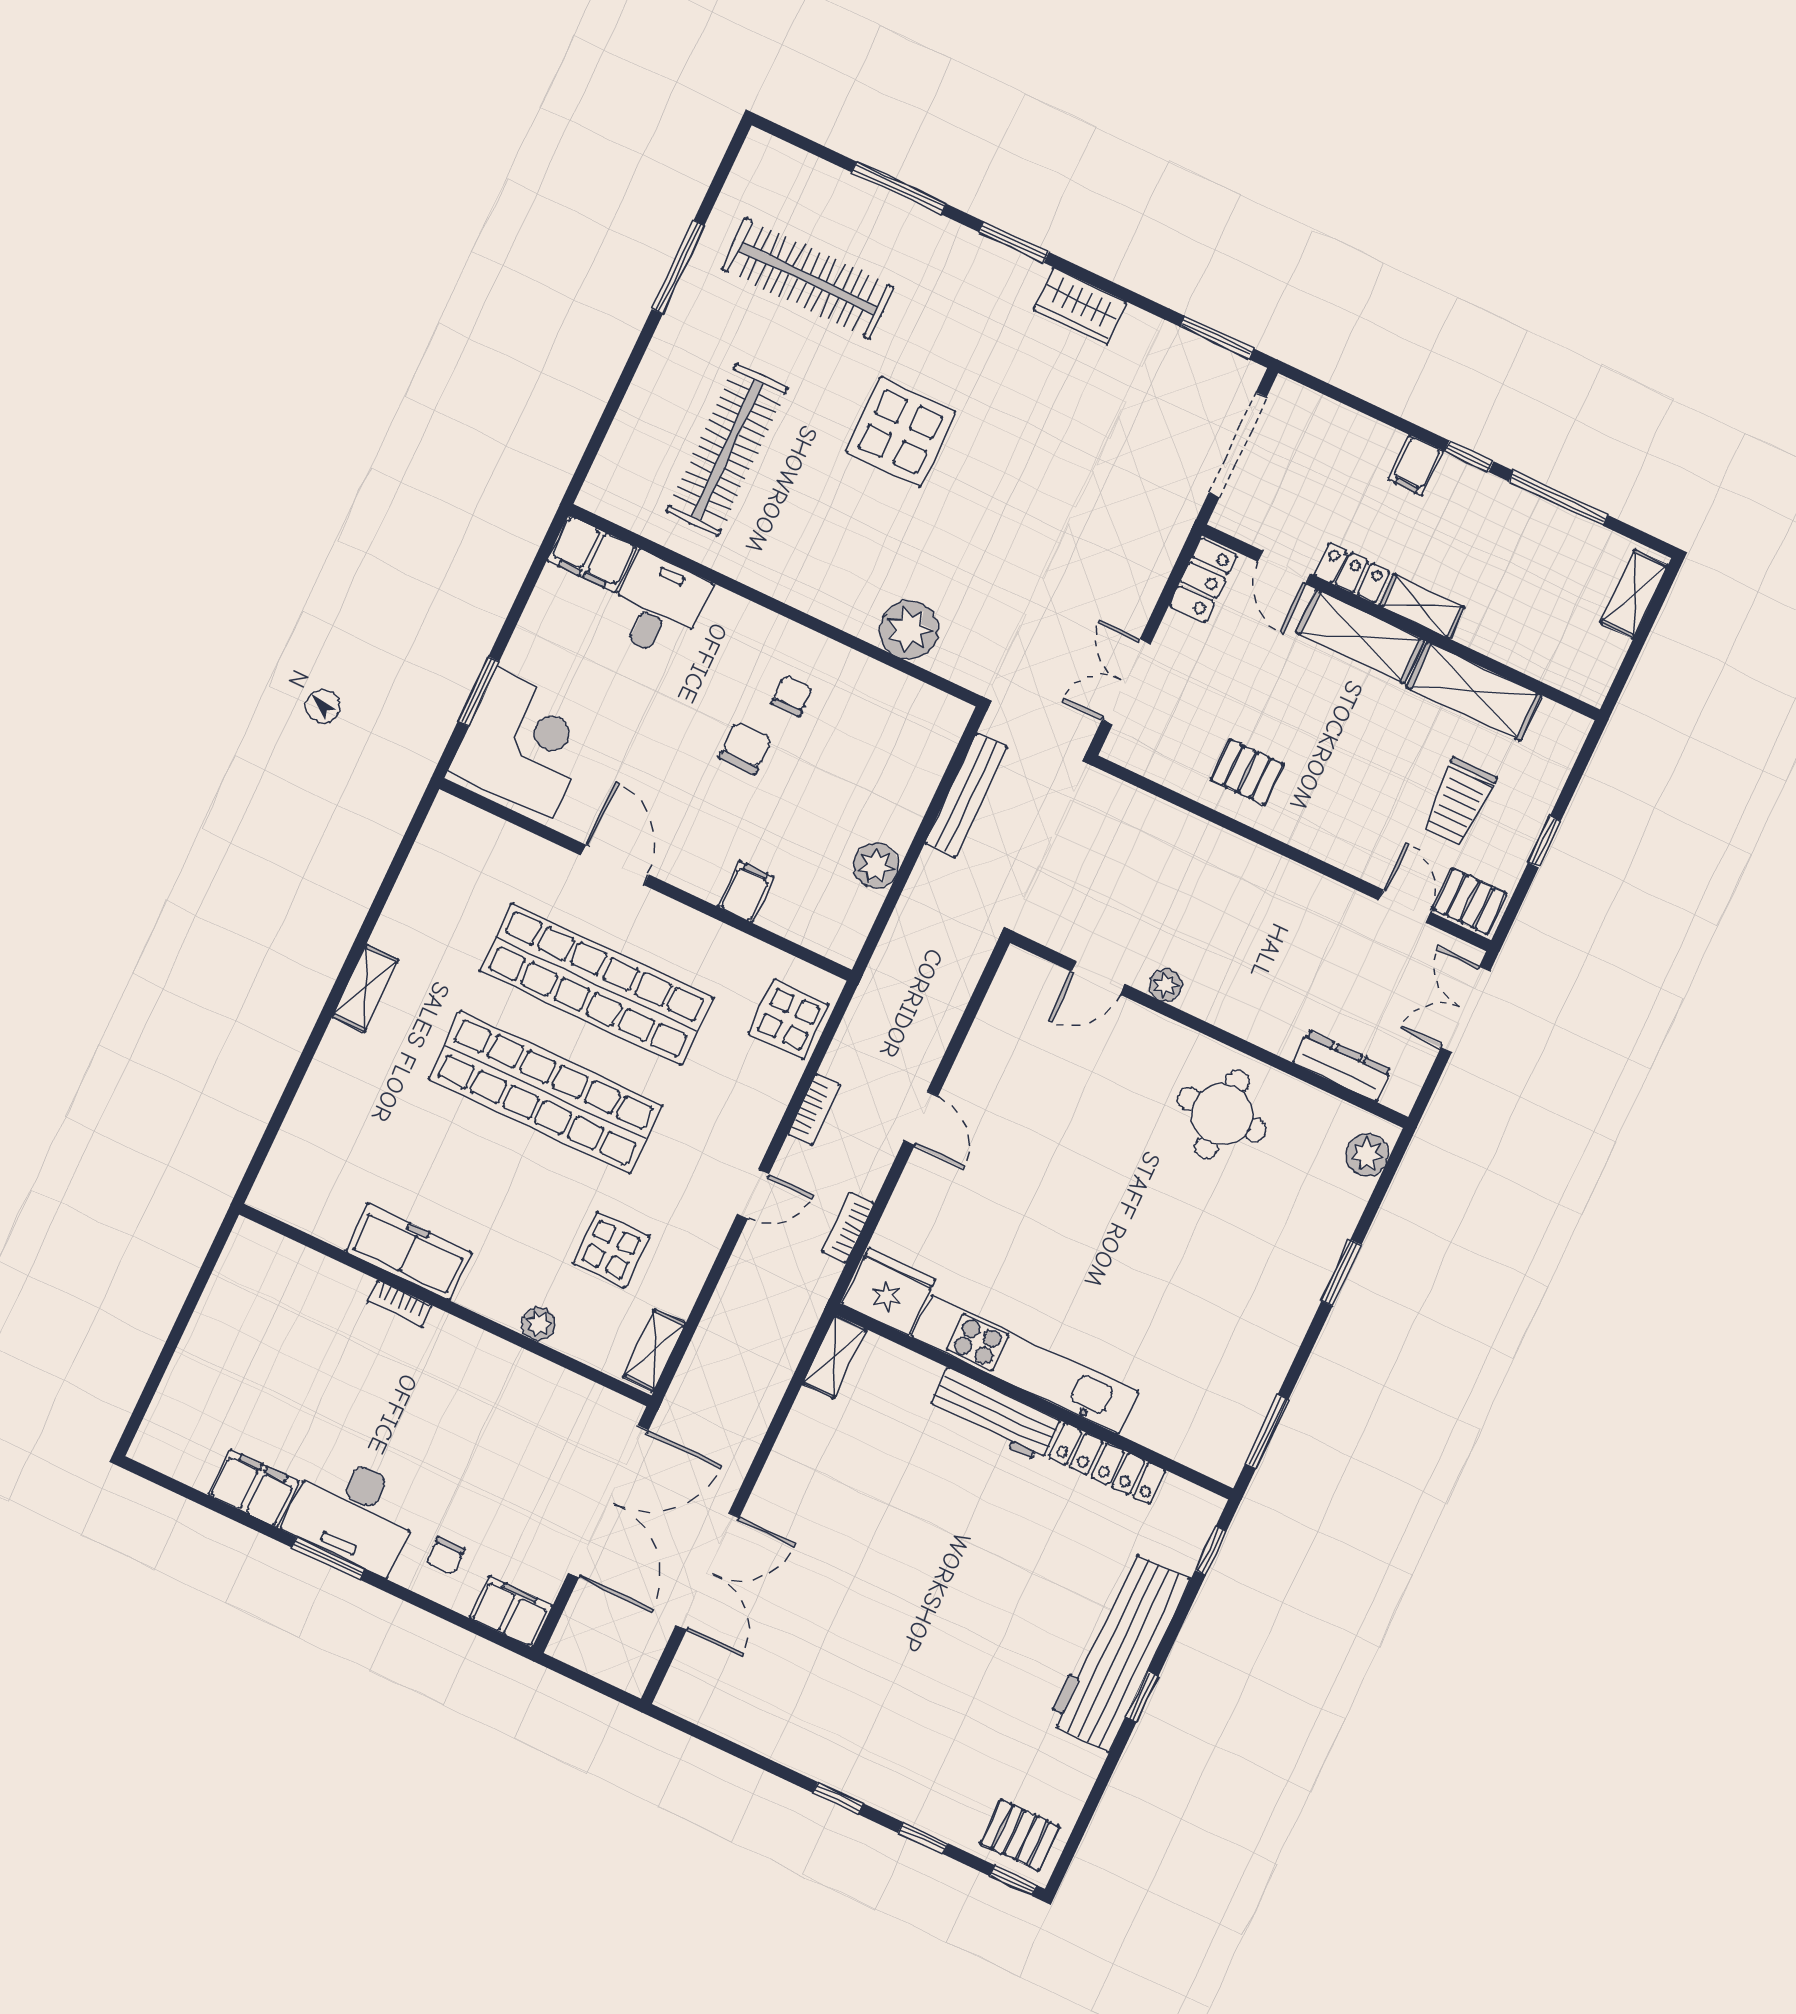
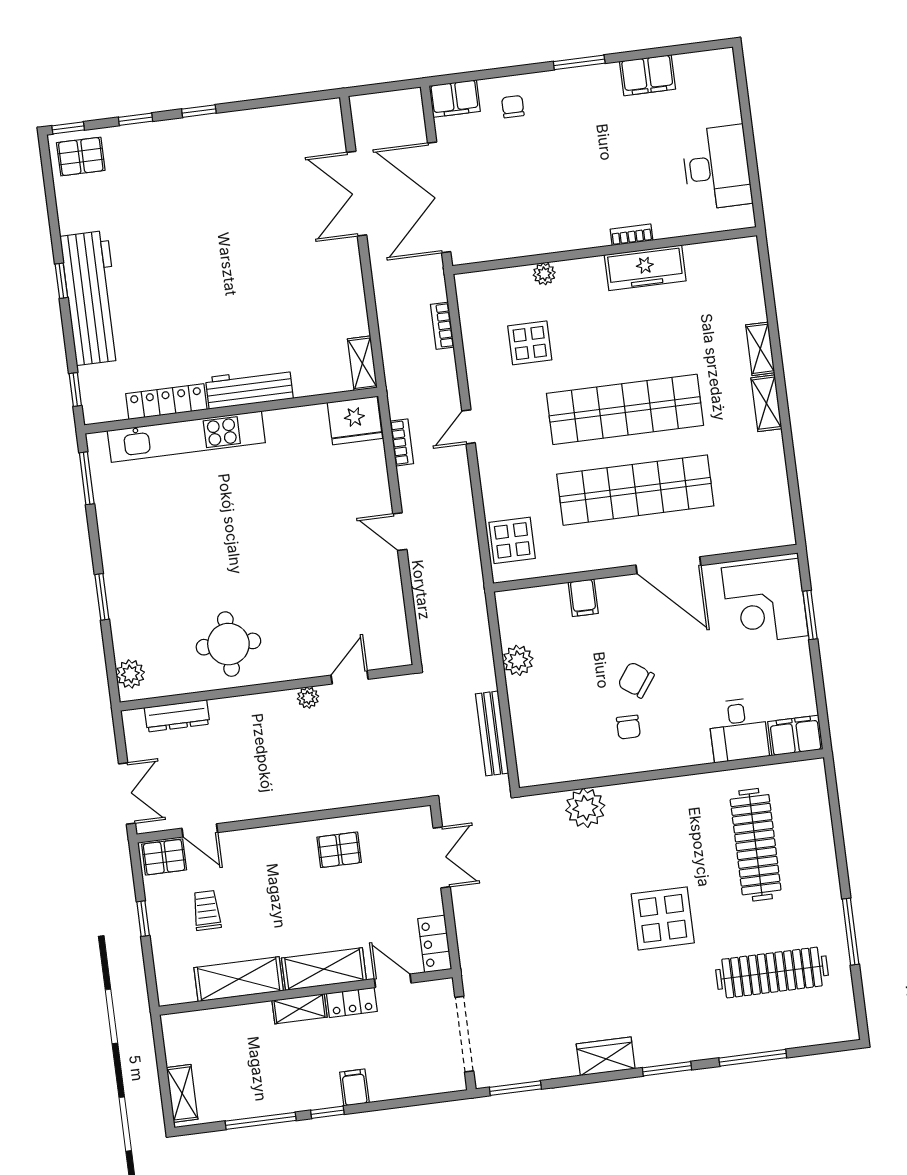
chair: (745, 748) -> (636, 680), turned 126
trolley: (1459, 802) -> (207, 910), width x0.73, depth x0.72
door: (615, 865) -> (668, 565), width x1.36
bookcase: (814, 1110) -> (442, 326), moved
shelving: (654, 1350) -> (760, 349), moved
kitchen unit: (1025, 1365) -> (186, 437), moved
desk: (353, 1512) -> (717, 167), moved, turned 90

